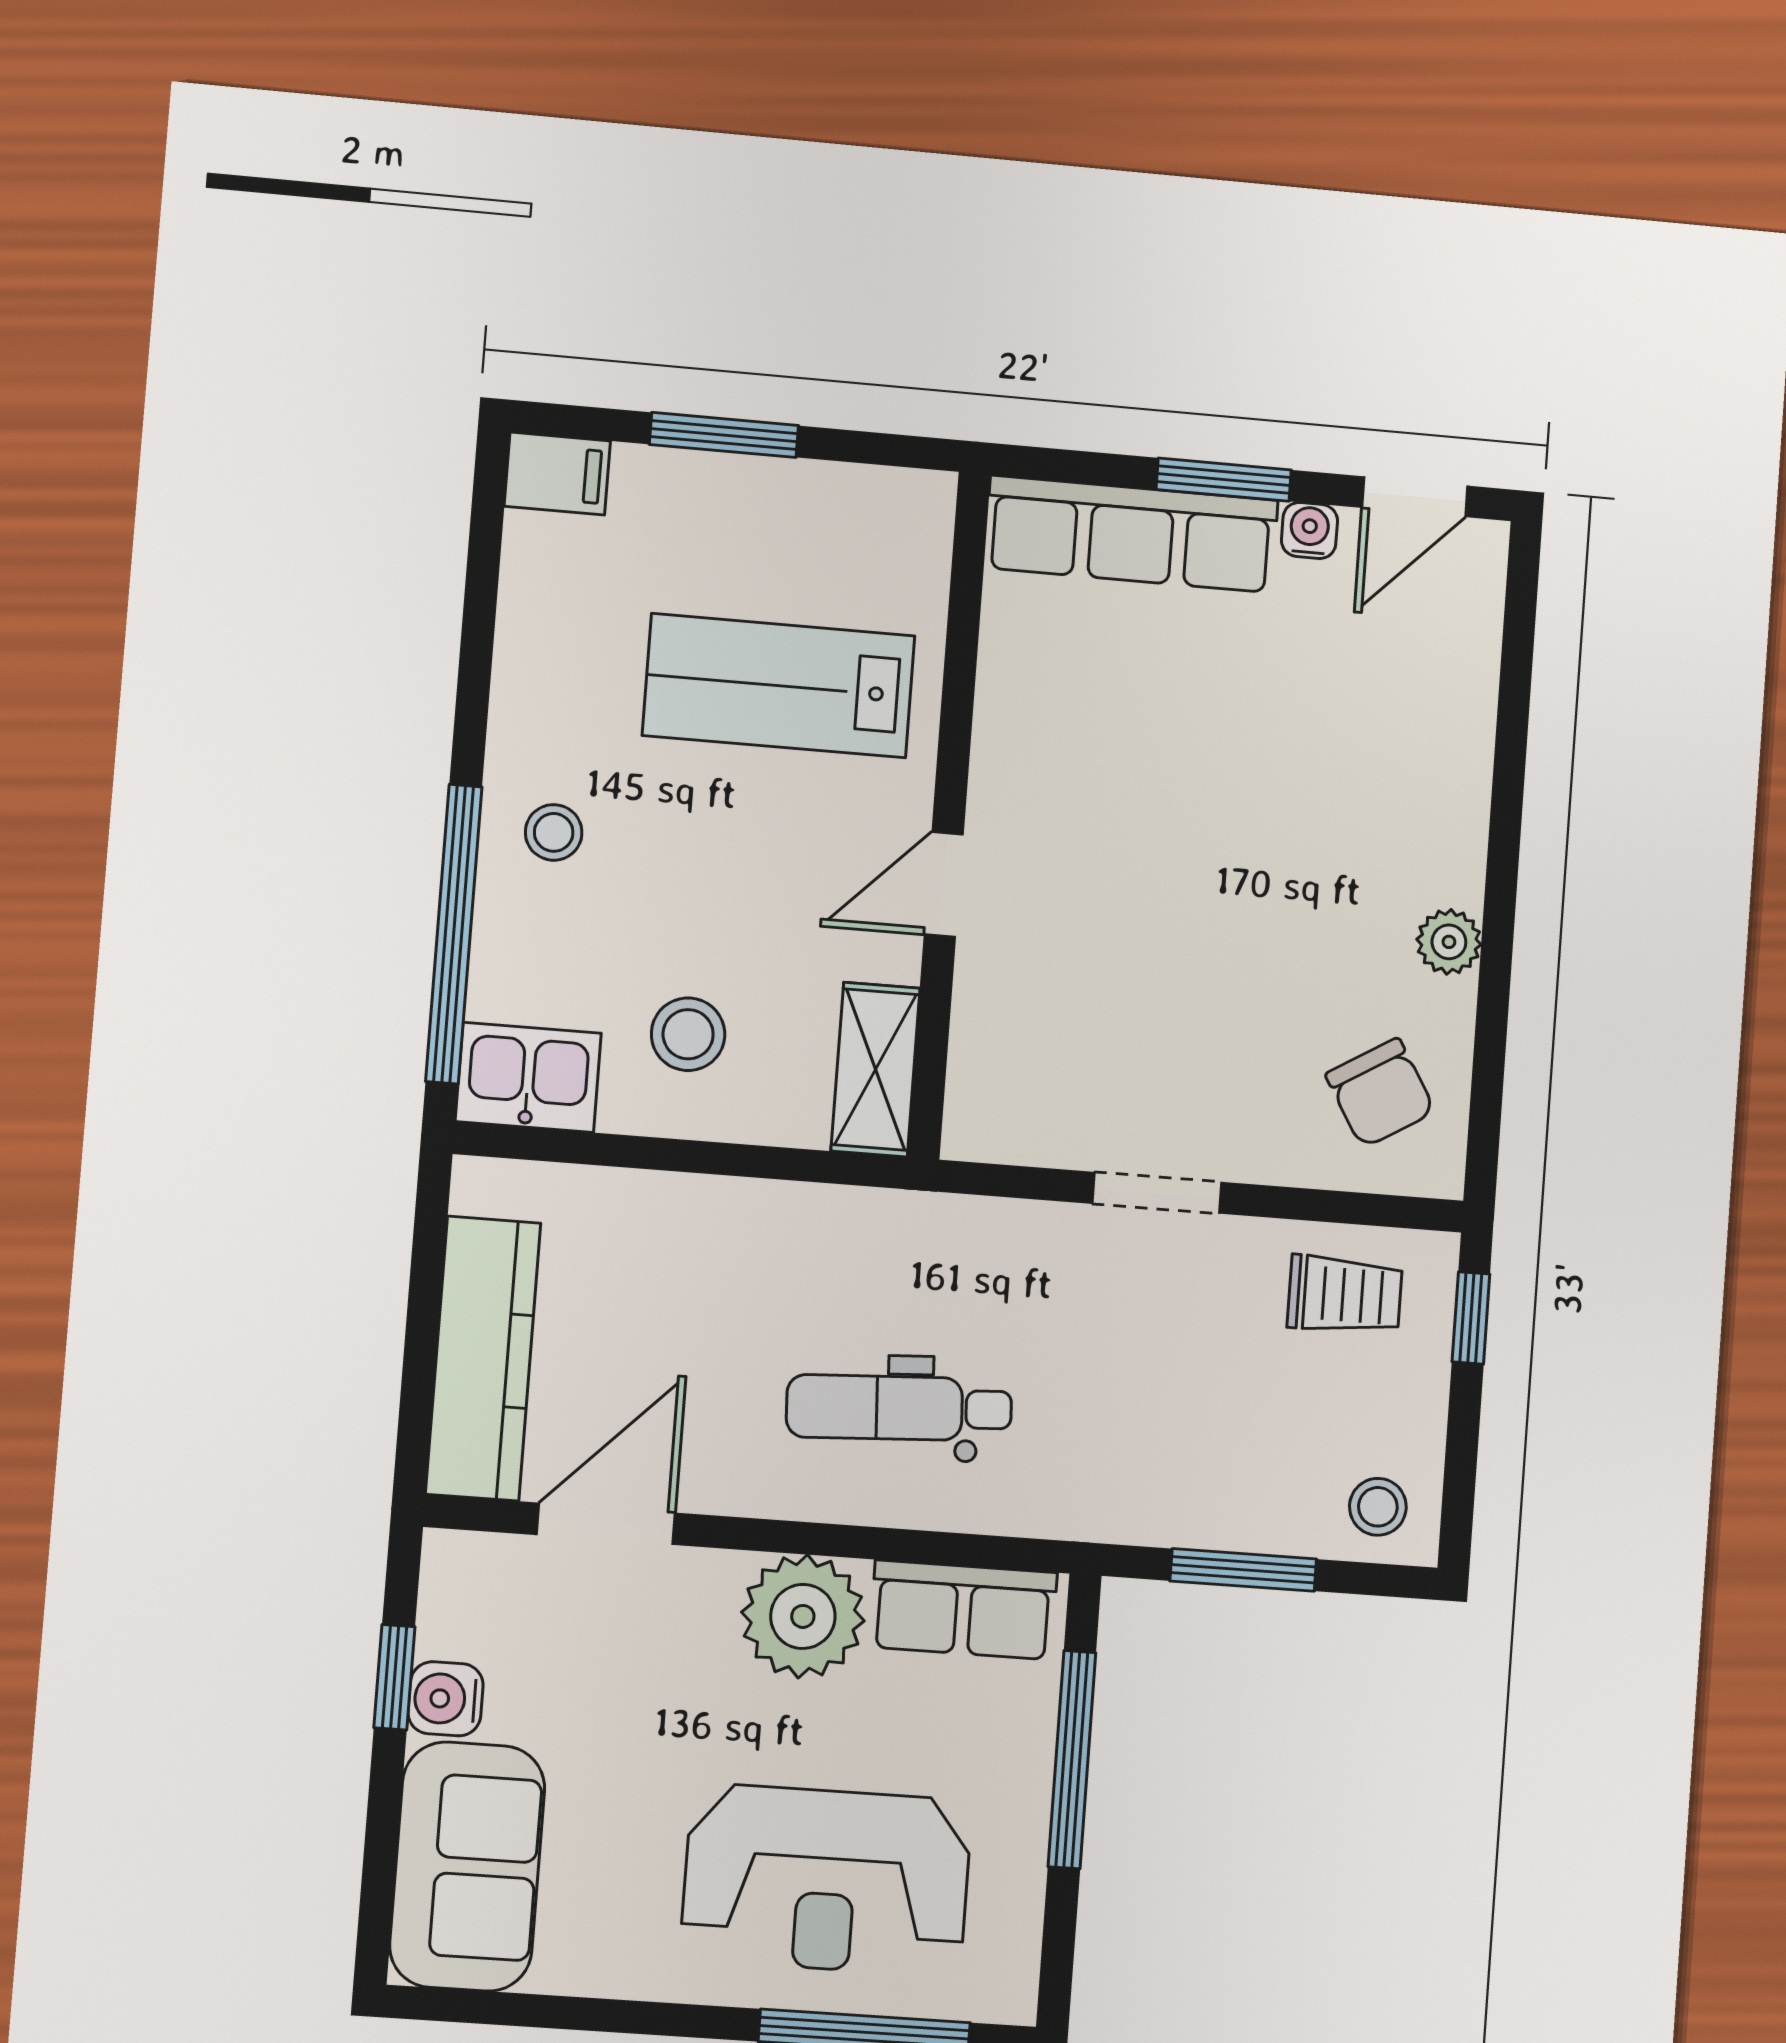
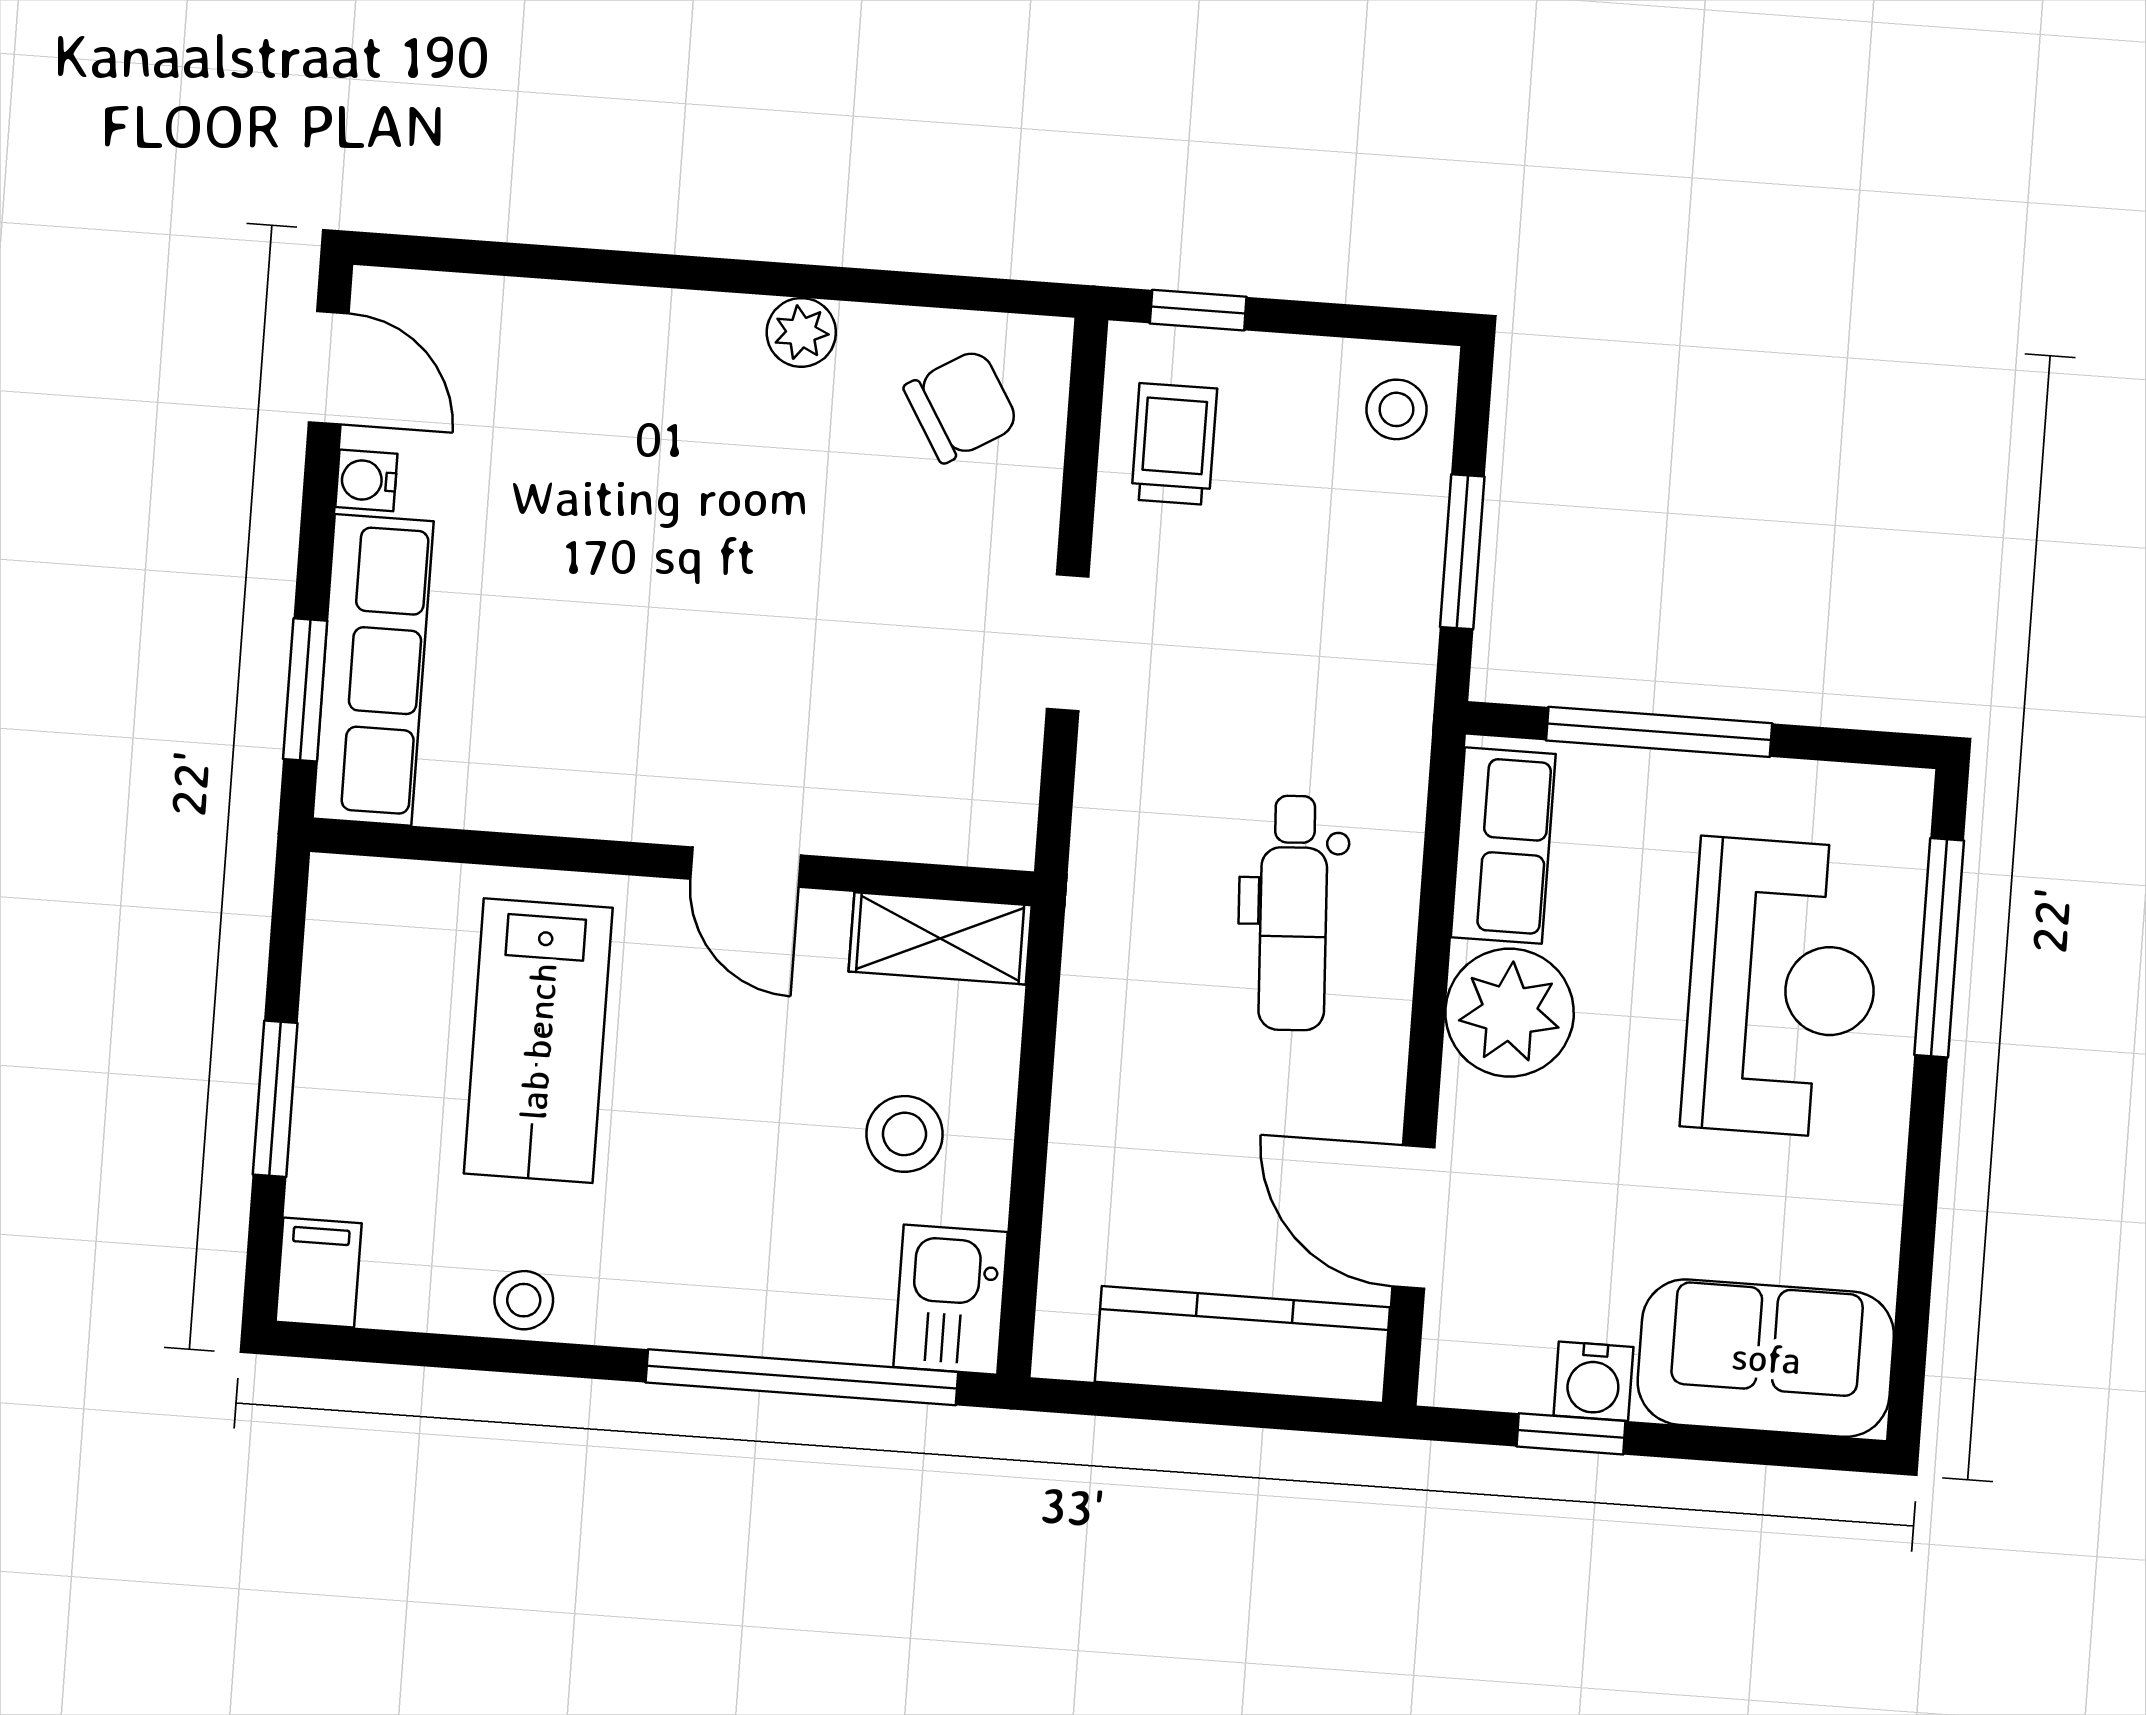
window: (1224, 480) -> (305, 690), moved
stool: (554, 832) -> (524, 1300), moved

